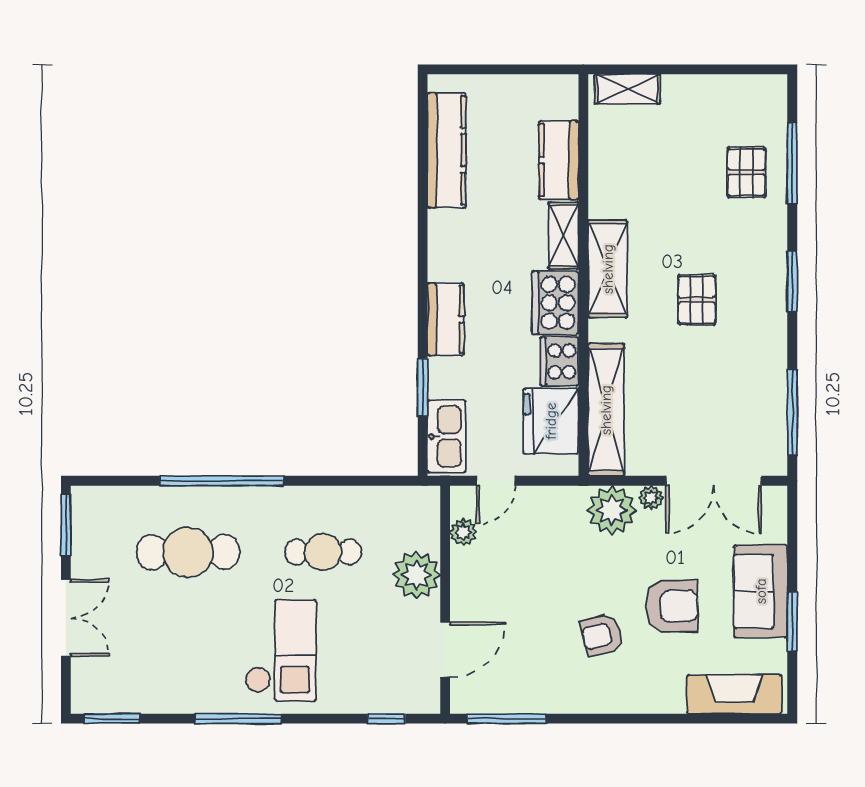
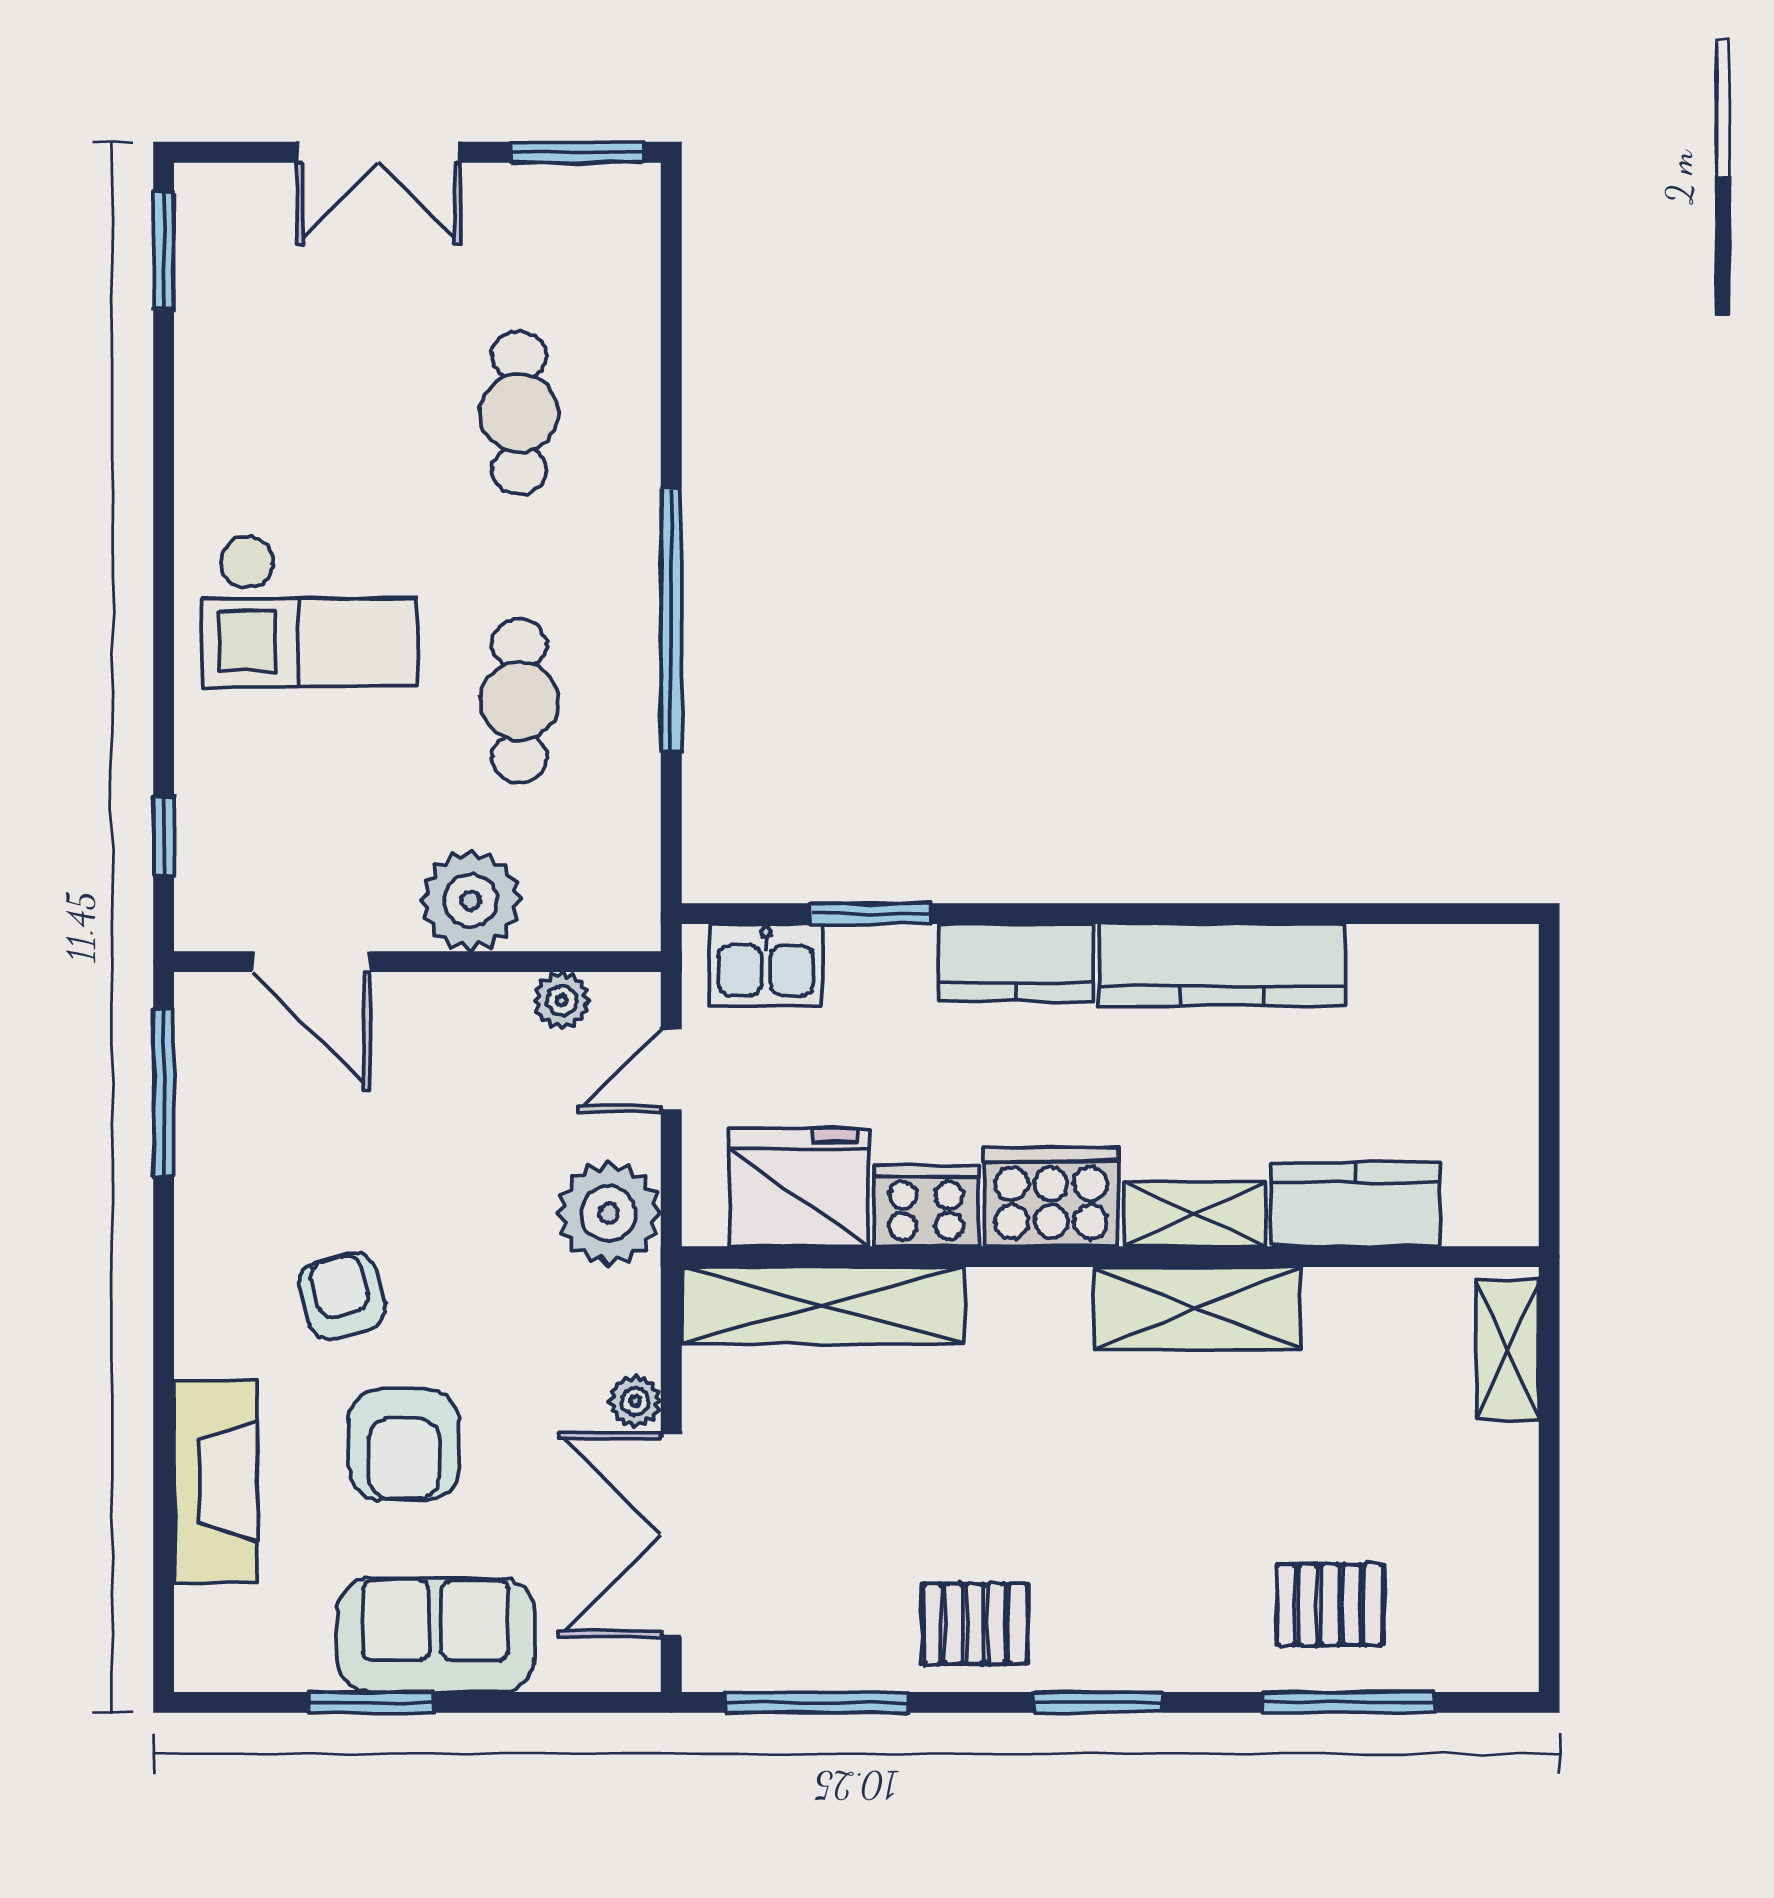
kitchen counter: (447, 150) -> (1222, 965), moved
shelving: (608, 269) -> (1197, 1308), moved
pallet: (697, 300) -> (975, 1624), moved
kitchen sink: (447, 436) -> (766, 965), width x0.73
window: (222, 481) -> (671, 620), moved
door: (496, 481) -> (671, 1071), hinge flipped
plant: (612, 510) -> (609, 1213), moved
cafe table: (188, 552) -> (519, 413), width x0.73, depth x0.74
fireplace: (734, 694) -> (216, 1481), moved
window: (238, 719) -> (164, 520), removed

